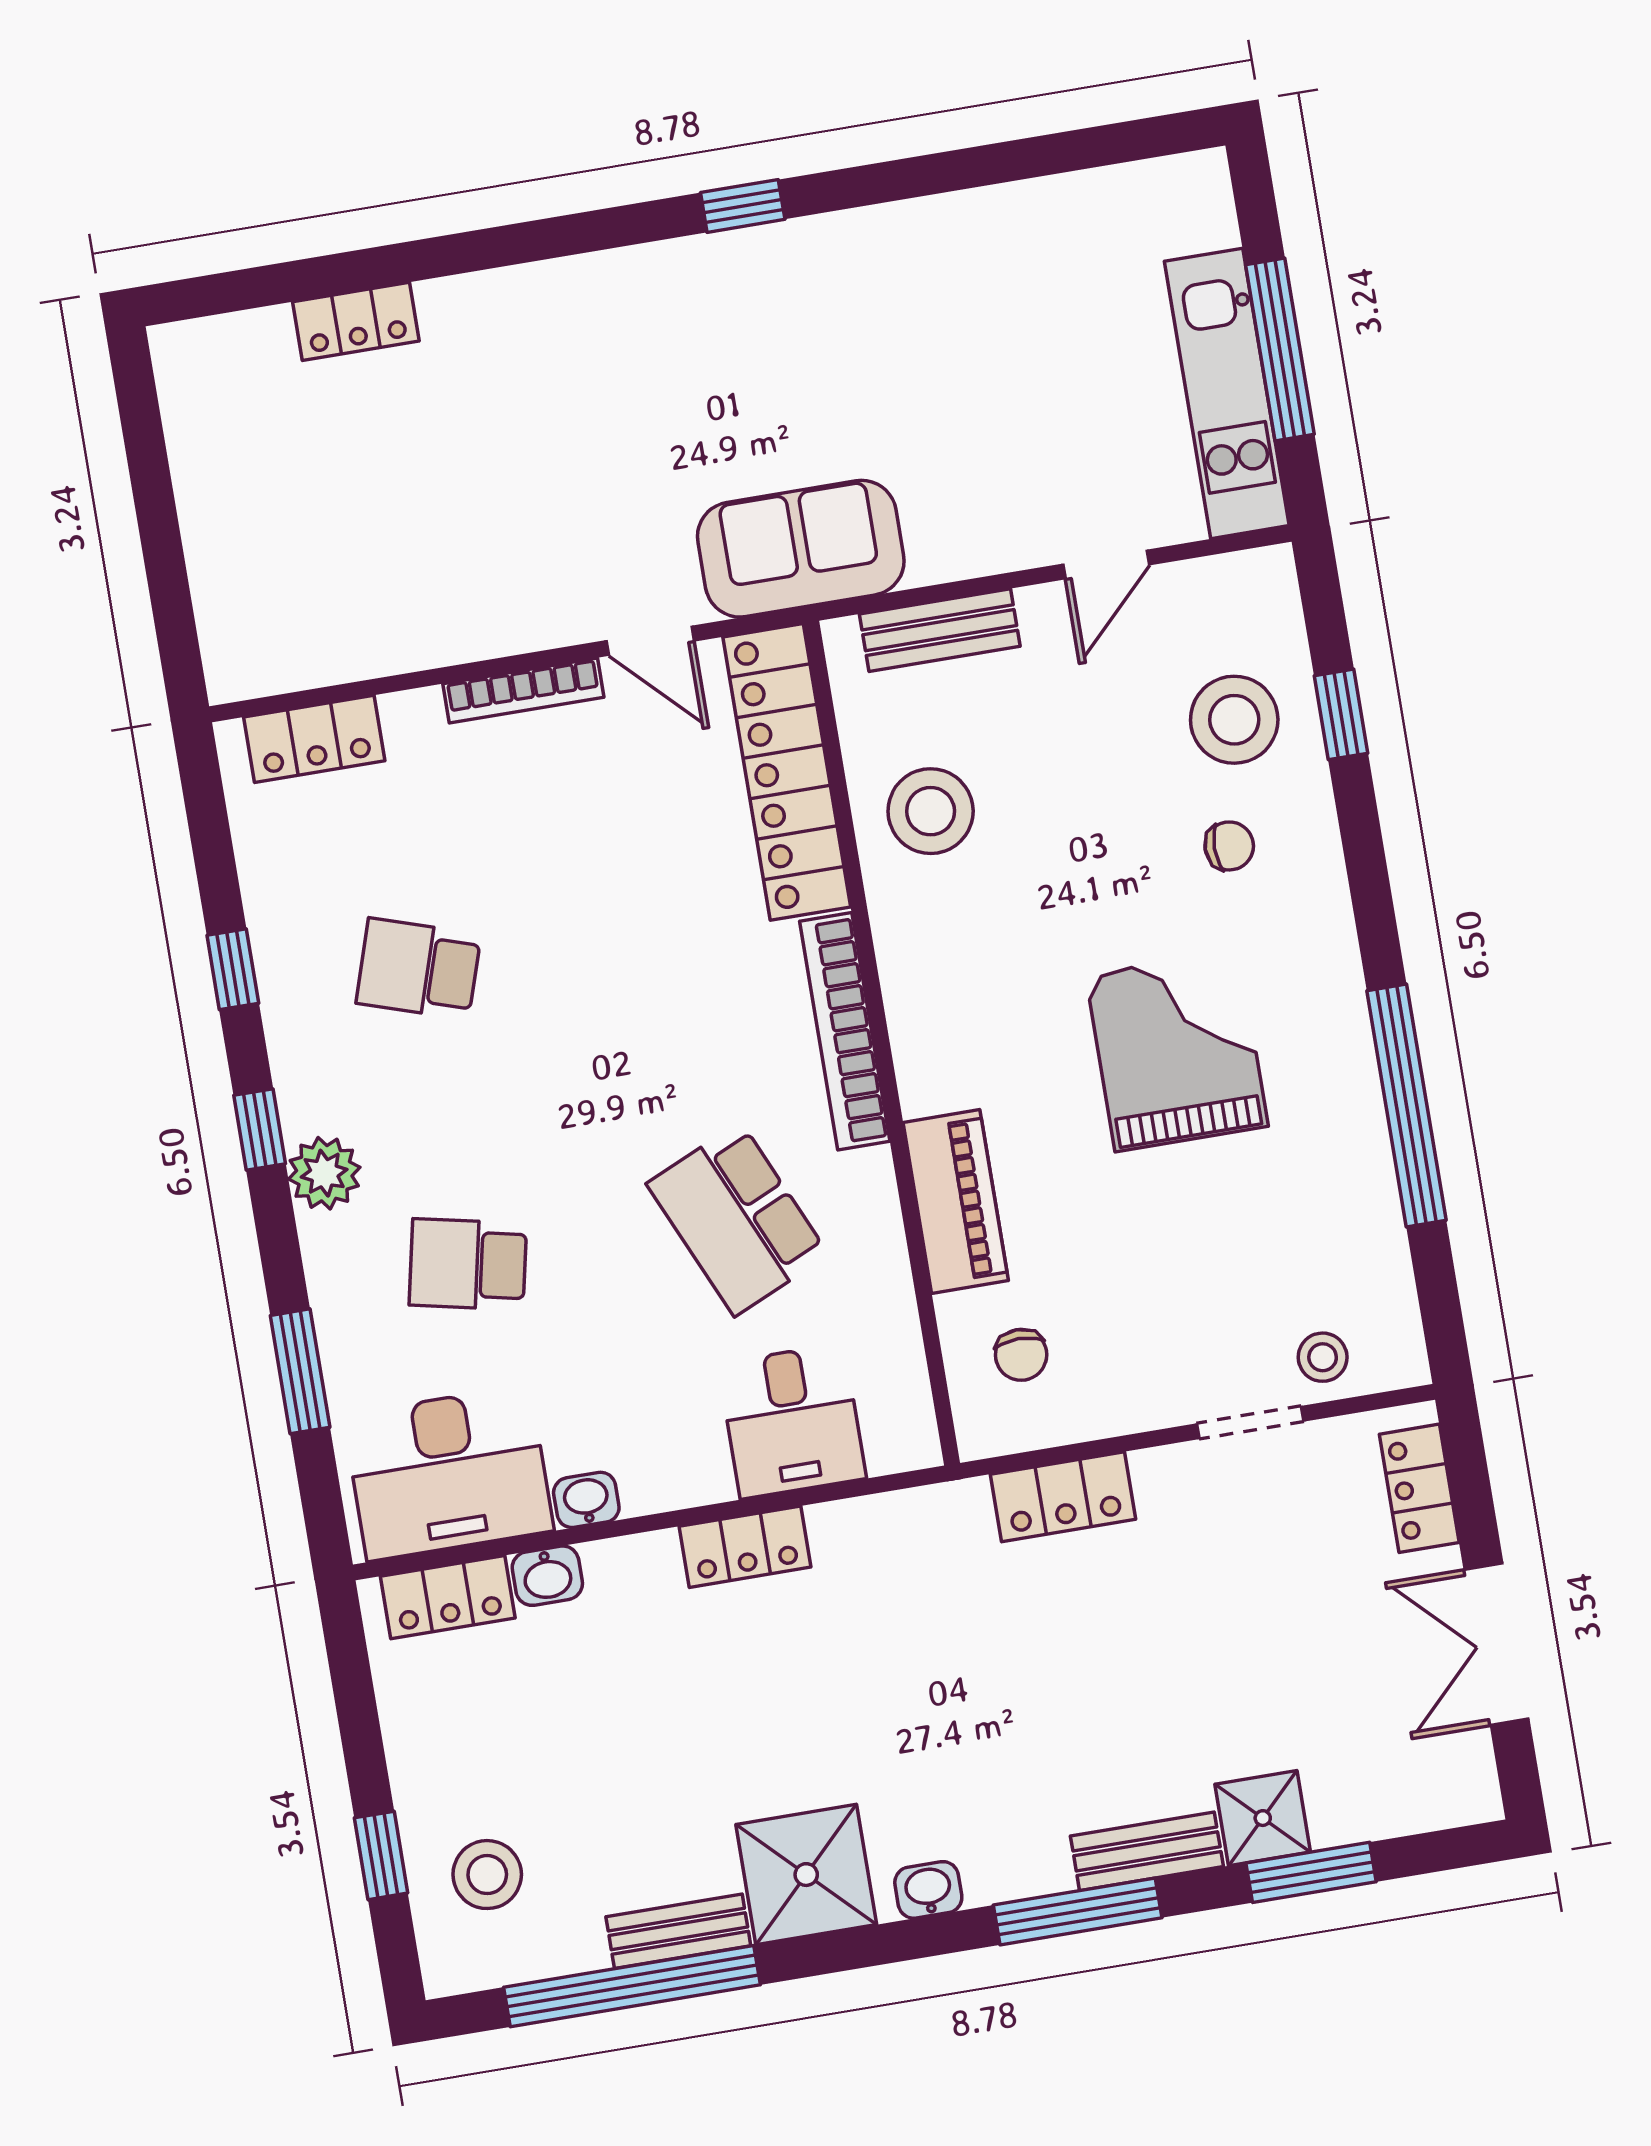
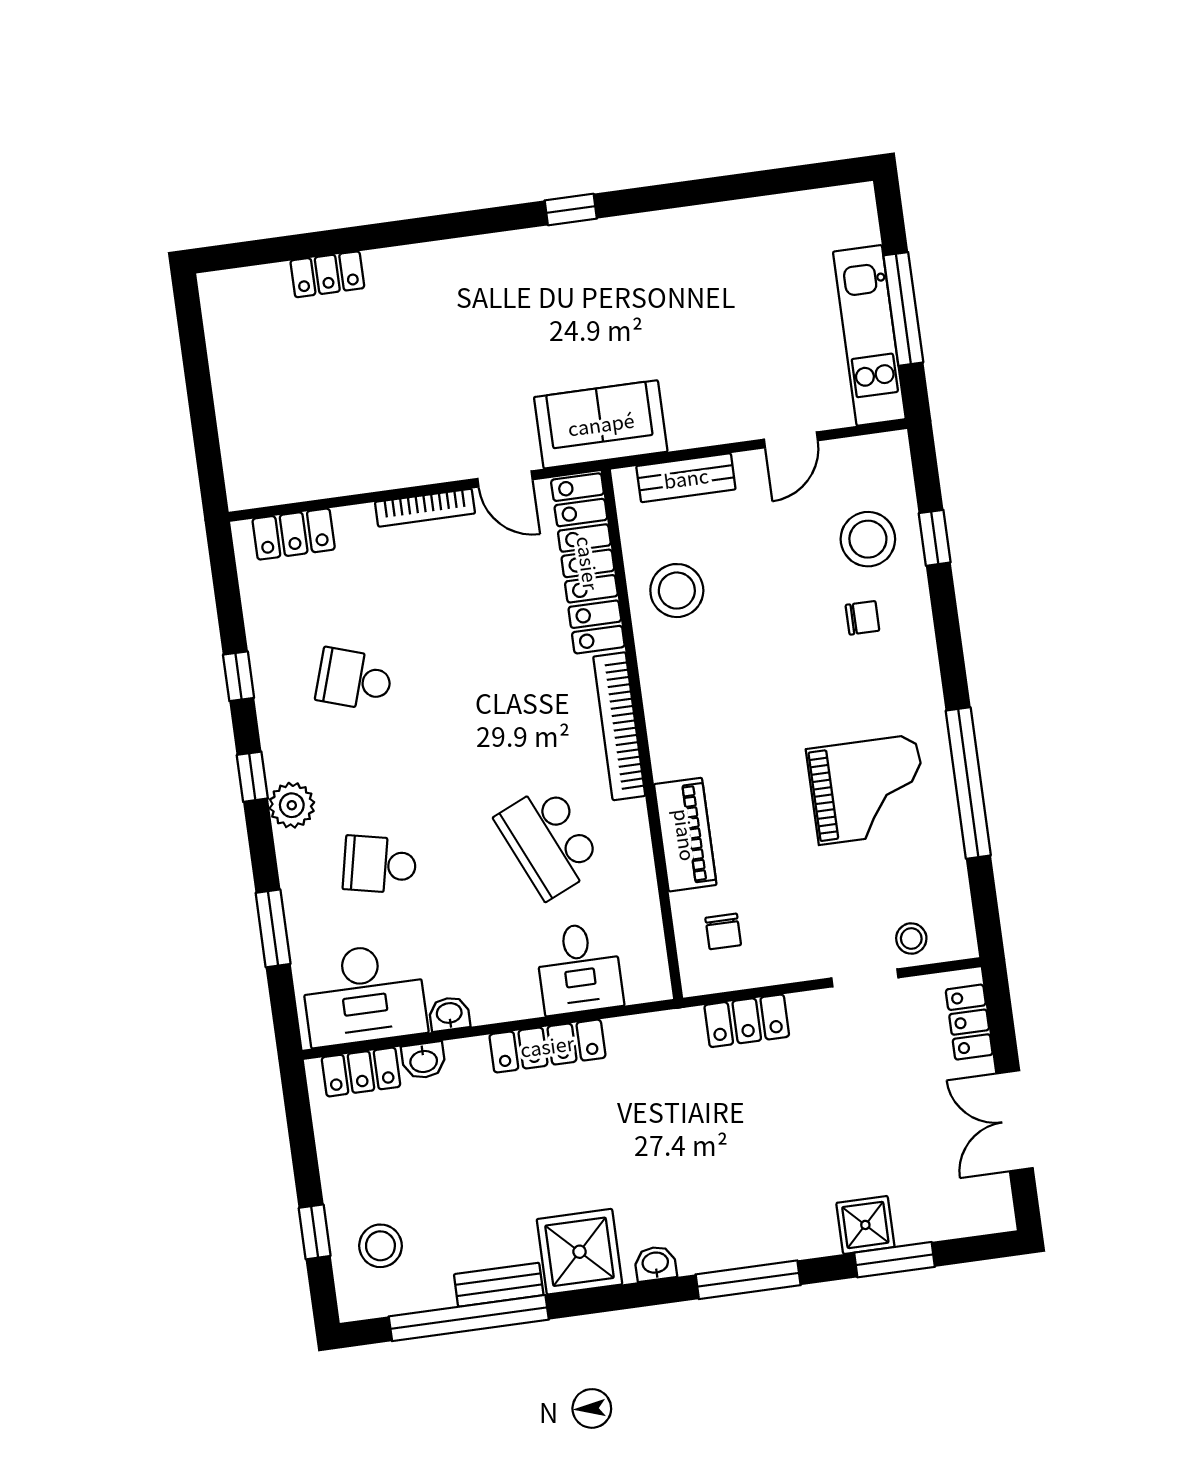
grand piano: (1177, 1051) -> (868, 790), moved, turned 90
locker: (745, 1547) -> (547, 1046), width x1.53
bench: (1147, 1851) -> (793, 1244), removed

